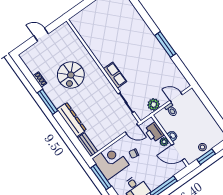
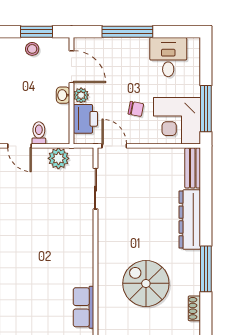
spiral stairs: (71, 75) -> (146, 283), turned -90
row of seats: (115, 75) -> (83, 307), moved

